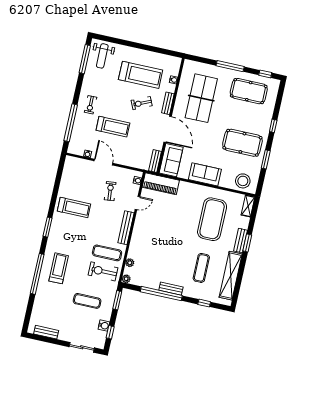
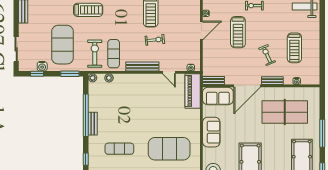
treadmill: (141, 75) -> (294, 48), width x0.73, depth x0.73
exercise bike: (110, 191) -> (155, 40), moved
exercise mat: (87, 301) -> (62, 45), width x2.00, depth x1.45

